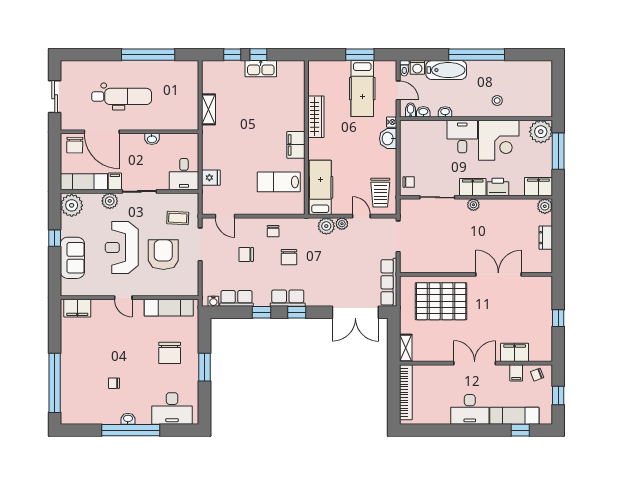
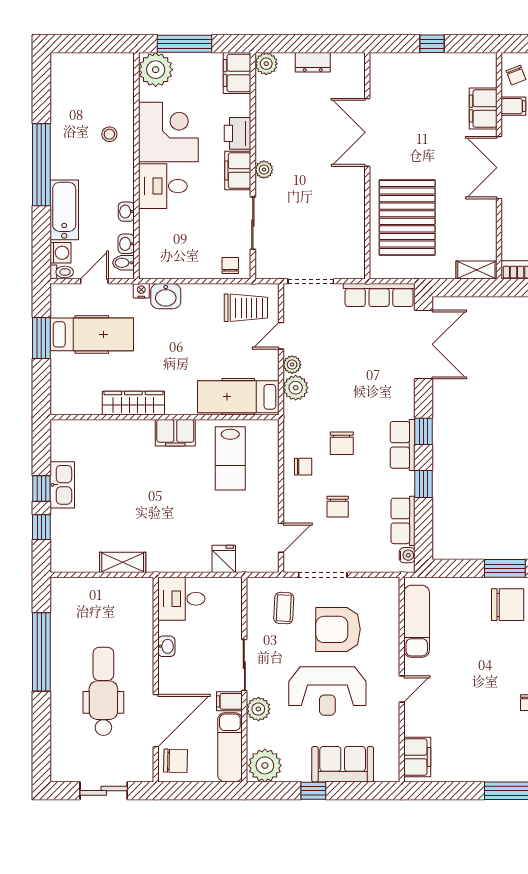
desk: (184, 174) -> (181, 599), moved, turned 180
chair: (289, 257) -> (342, 443), turned 90
chair: (170, 353) -> (508, 605), moved

